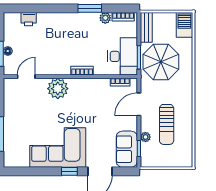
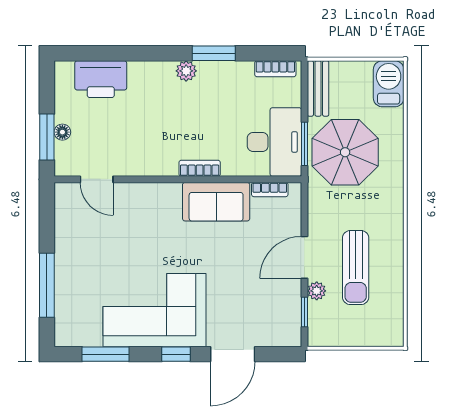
plant: (105, 18) -> (186, 71), moved
printer: (29, 19) -> (101, 79), width x1.87, depth x1.48
door: (26, 77) -> (97, 179), swing flipped
plant: (58, 89) -> (155, 201), removed
door: (139, 104) -> (304, 257), moved
sofa: (127, 149) -> (216, 202), moved, turned -90
window: (31, 171) -> (106, 354), added

